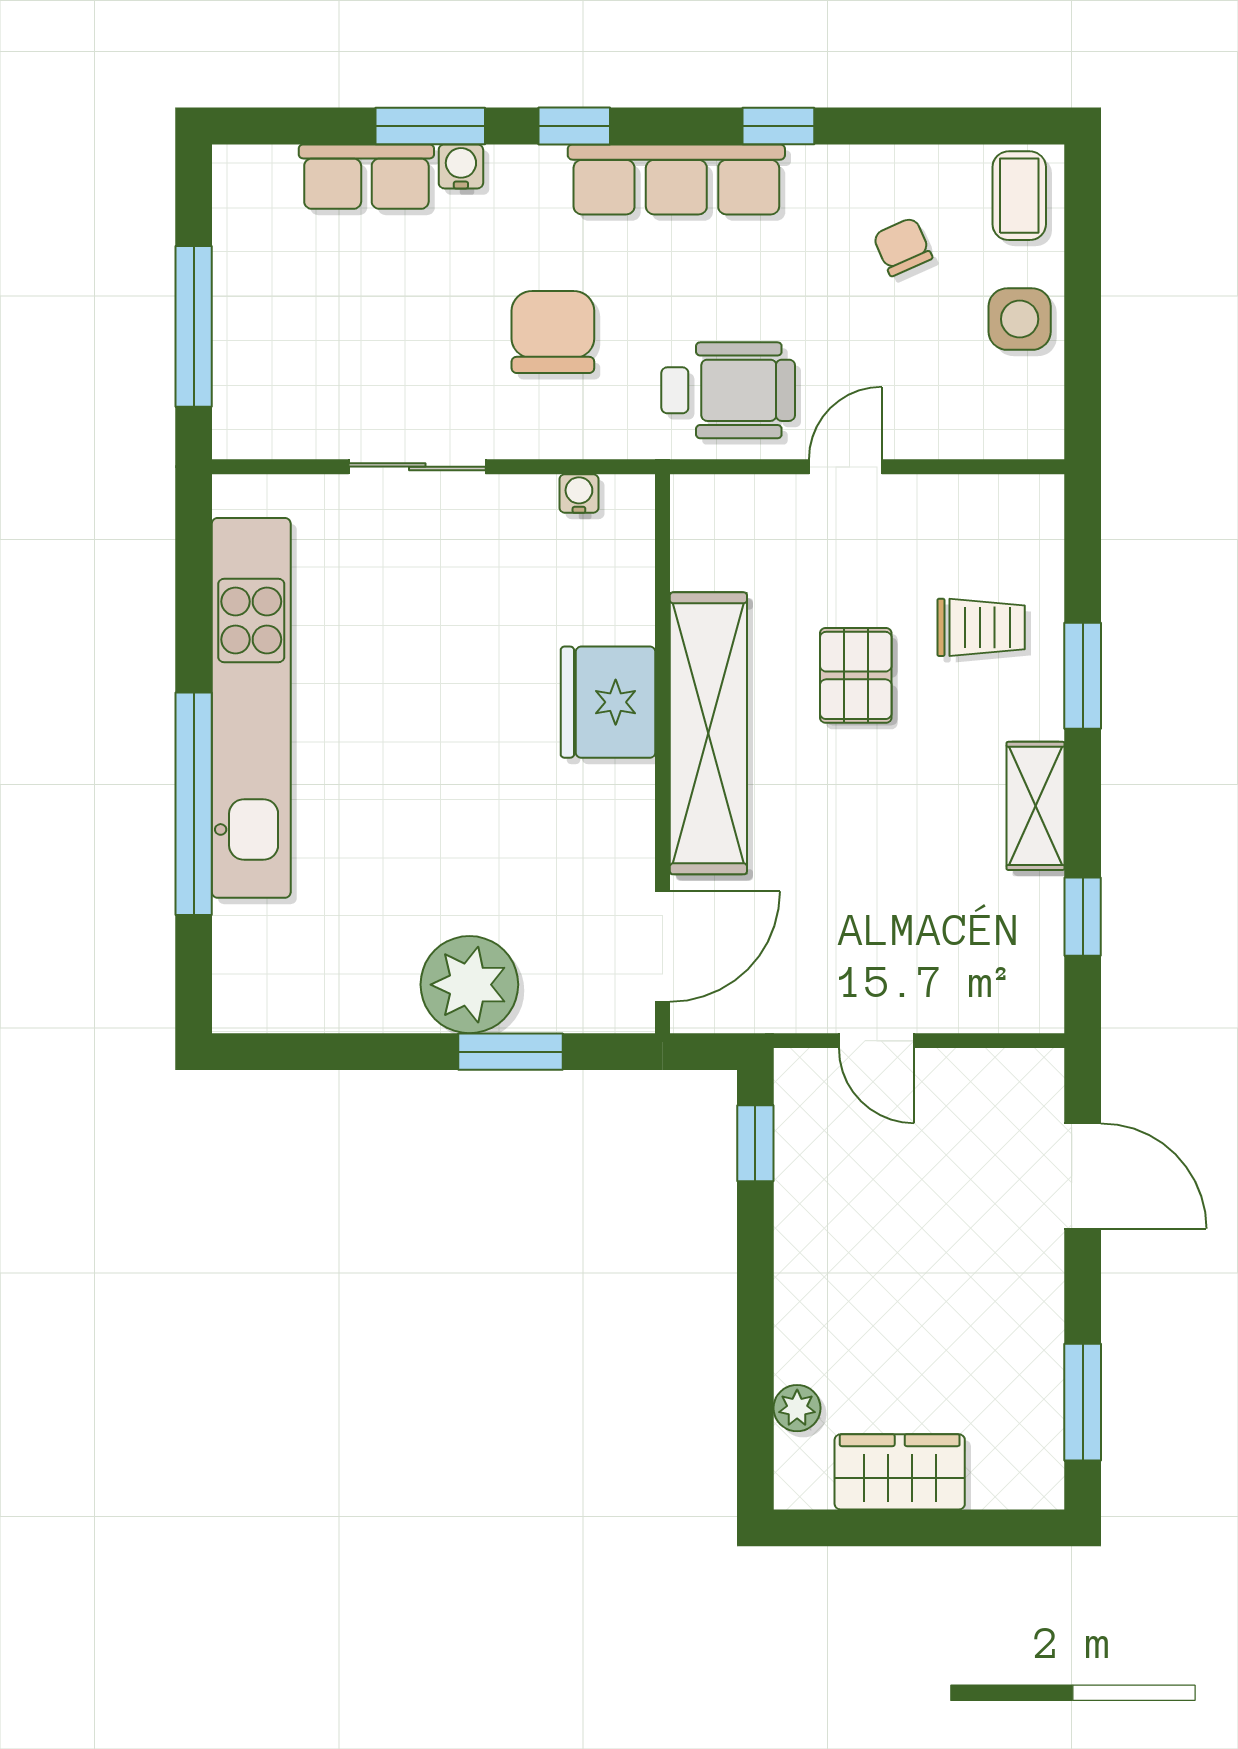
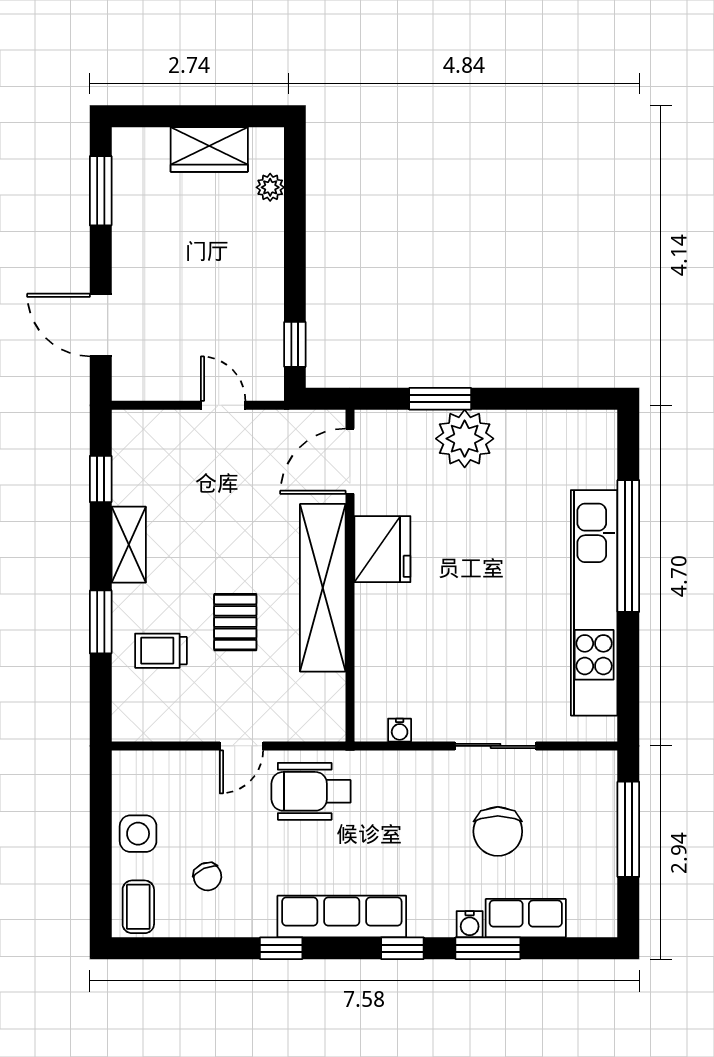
chair: (553, 332) -> (498, 831), moved
fridge: (608, 702) -> (382, 549), moved

